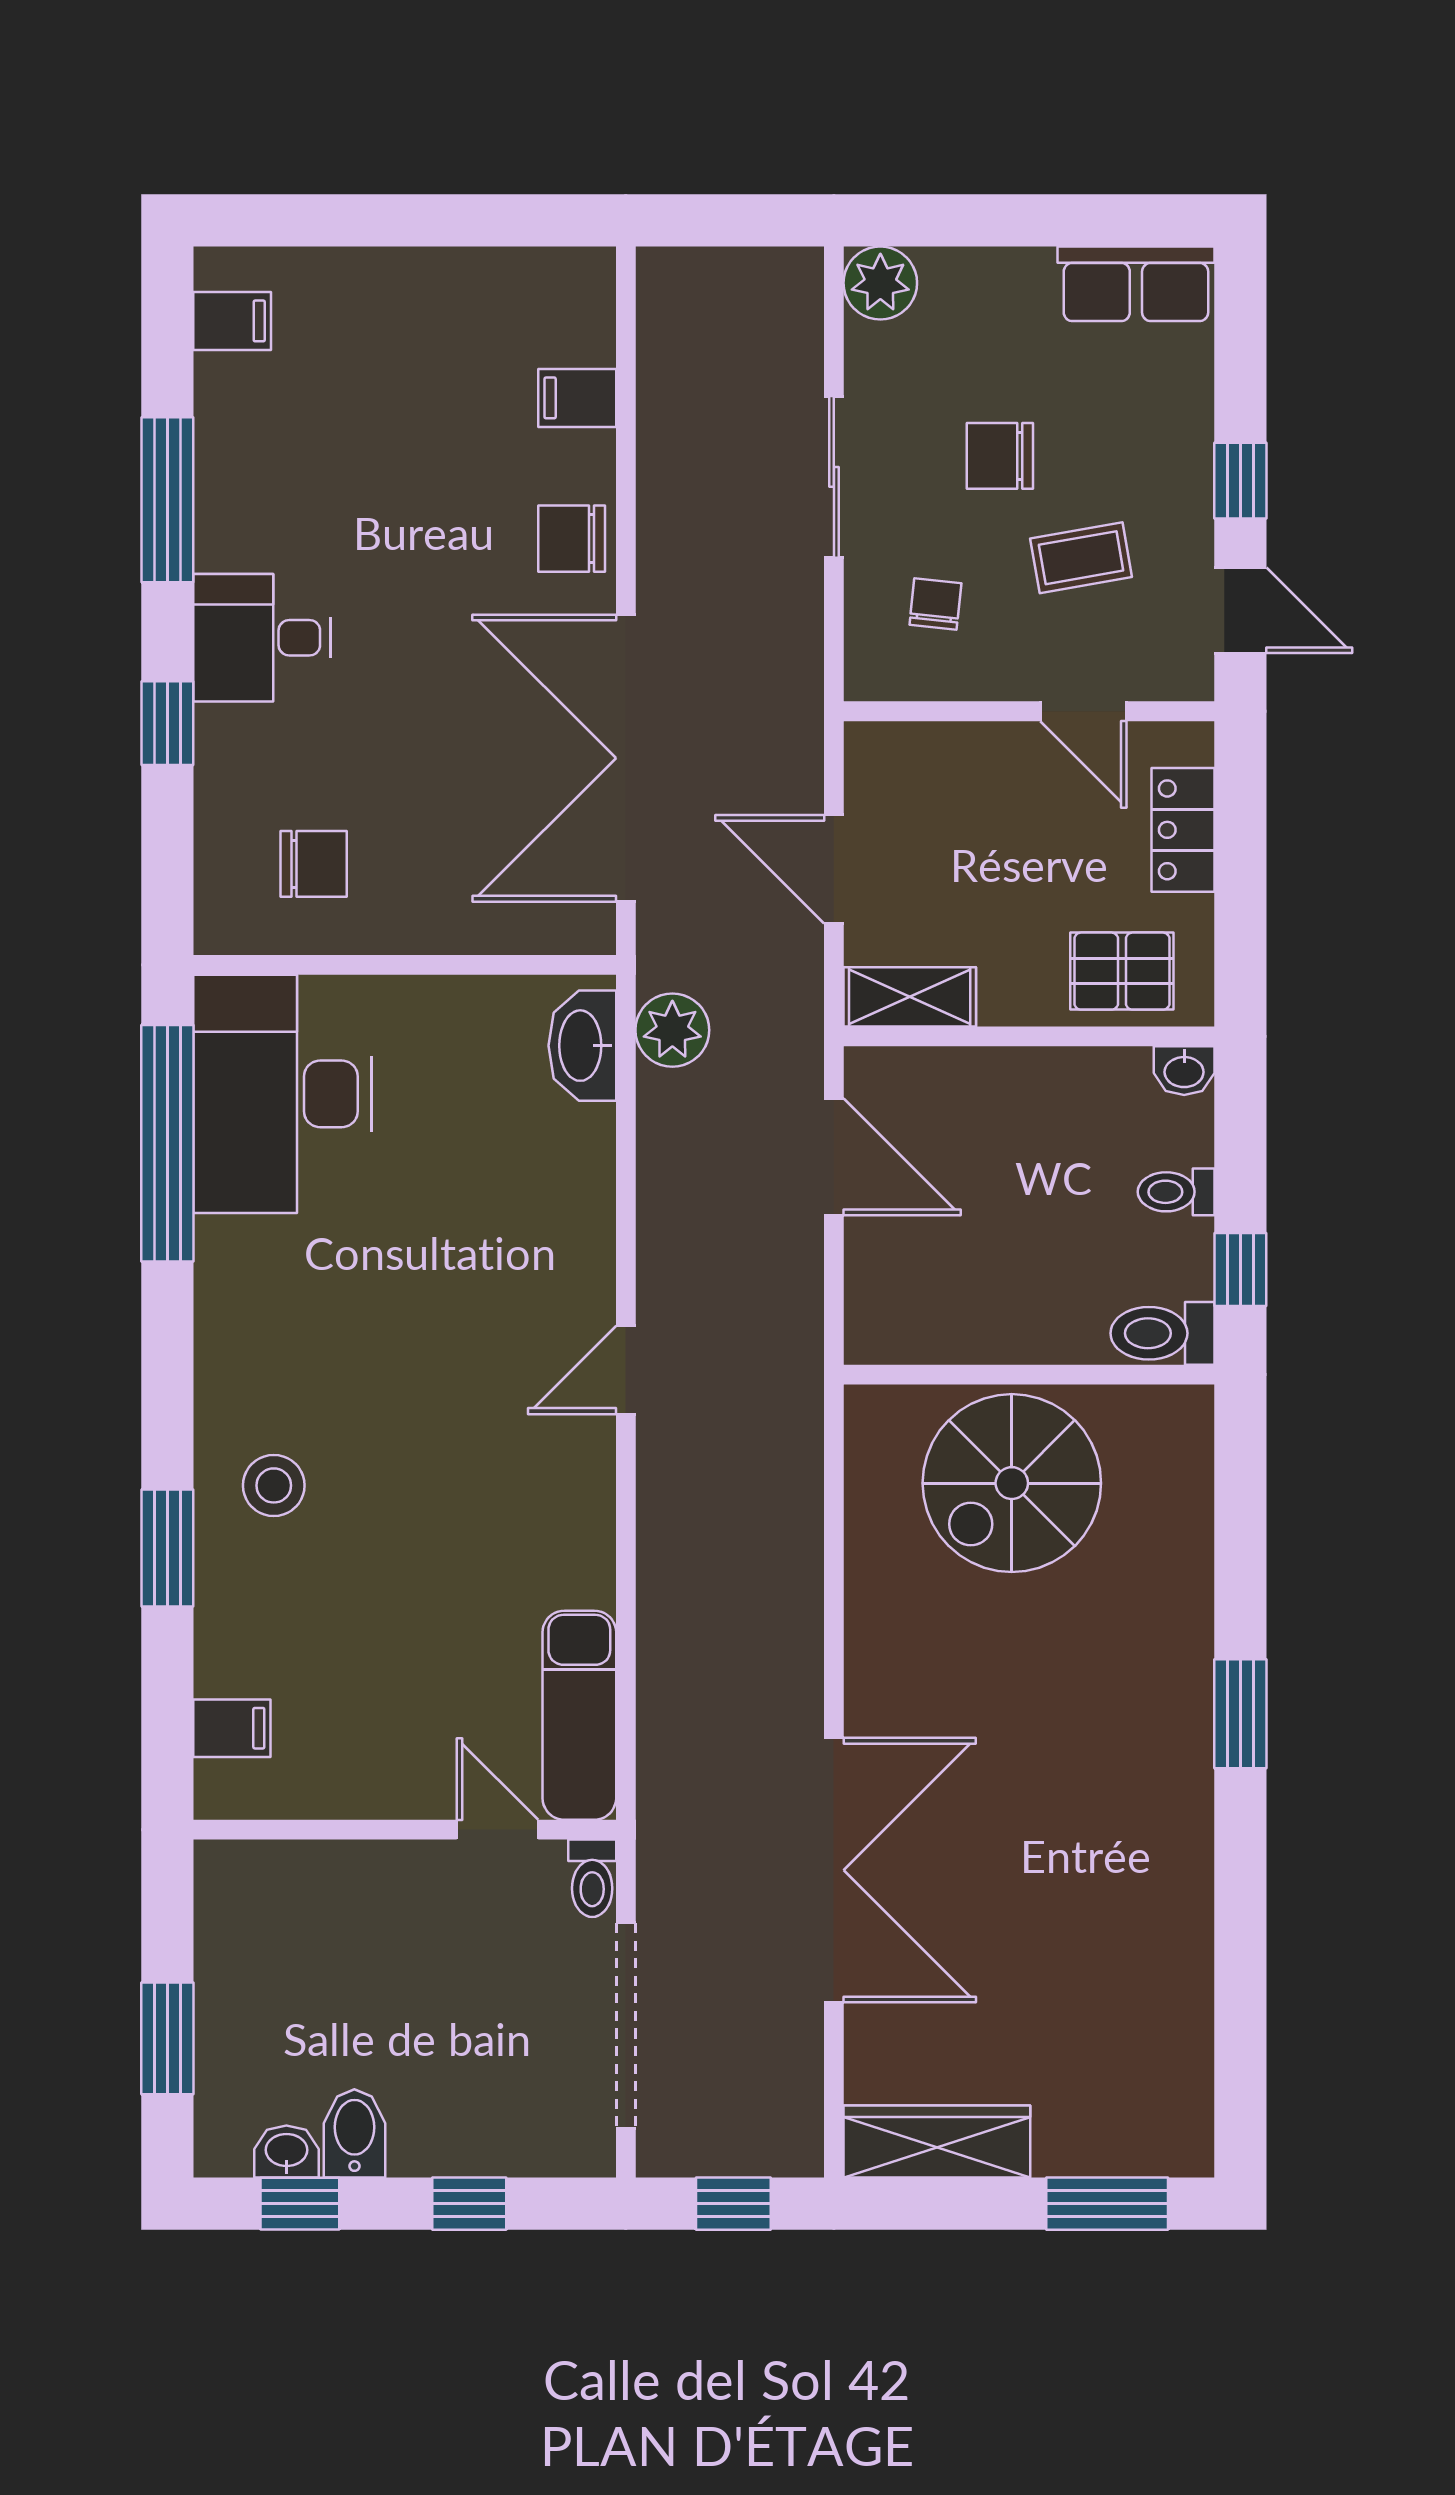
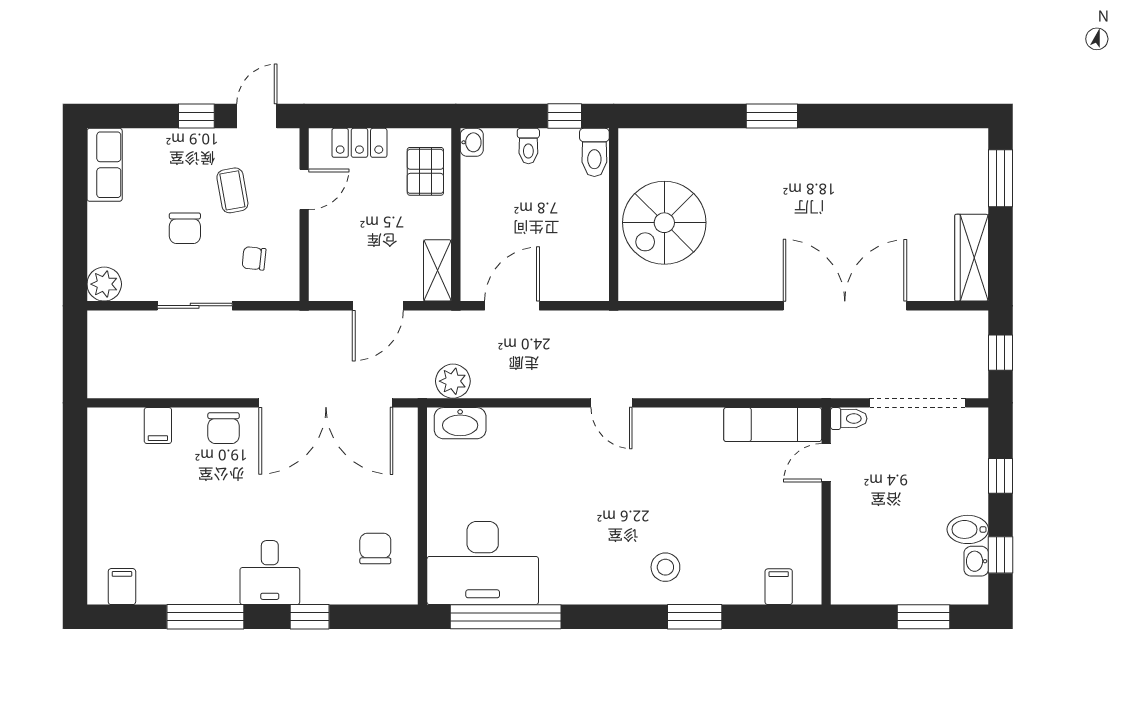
spiral stairs: (1012, 1483) -> (664, 223), turned 90

